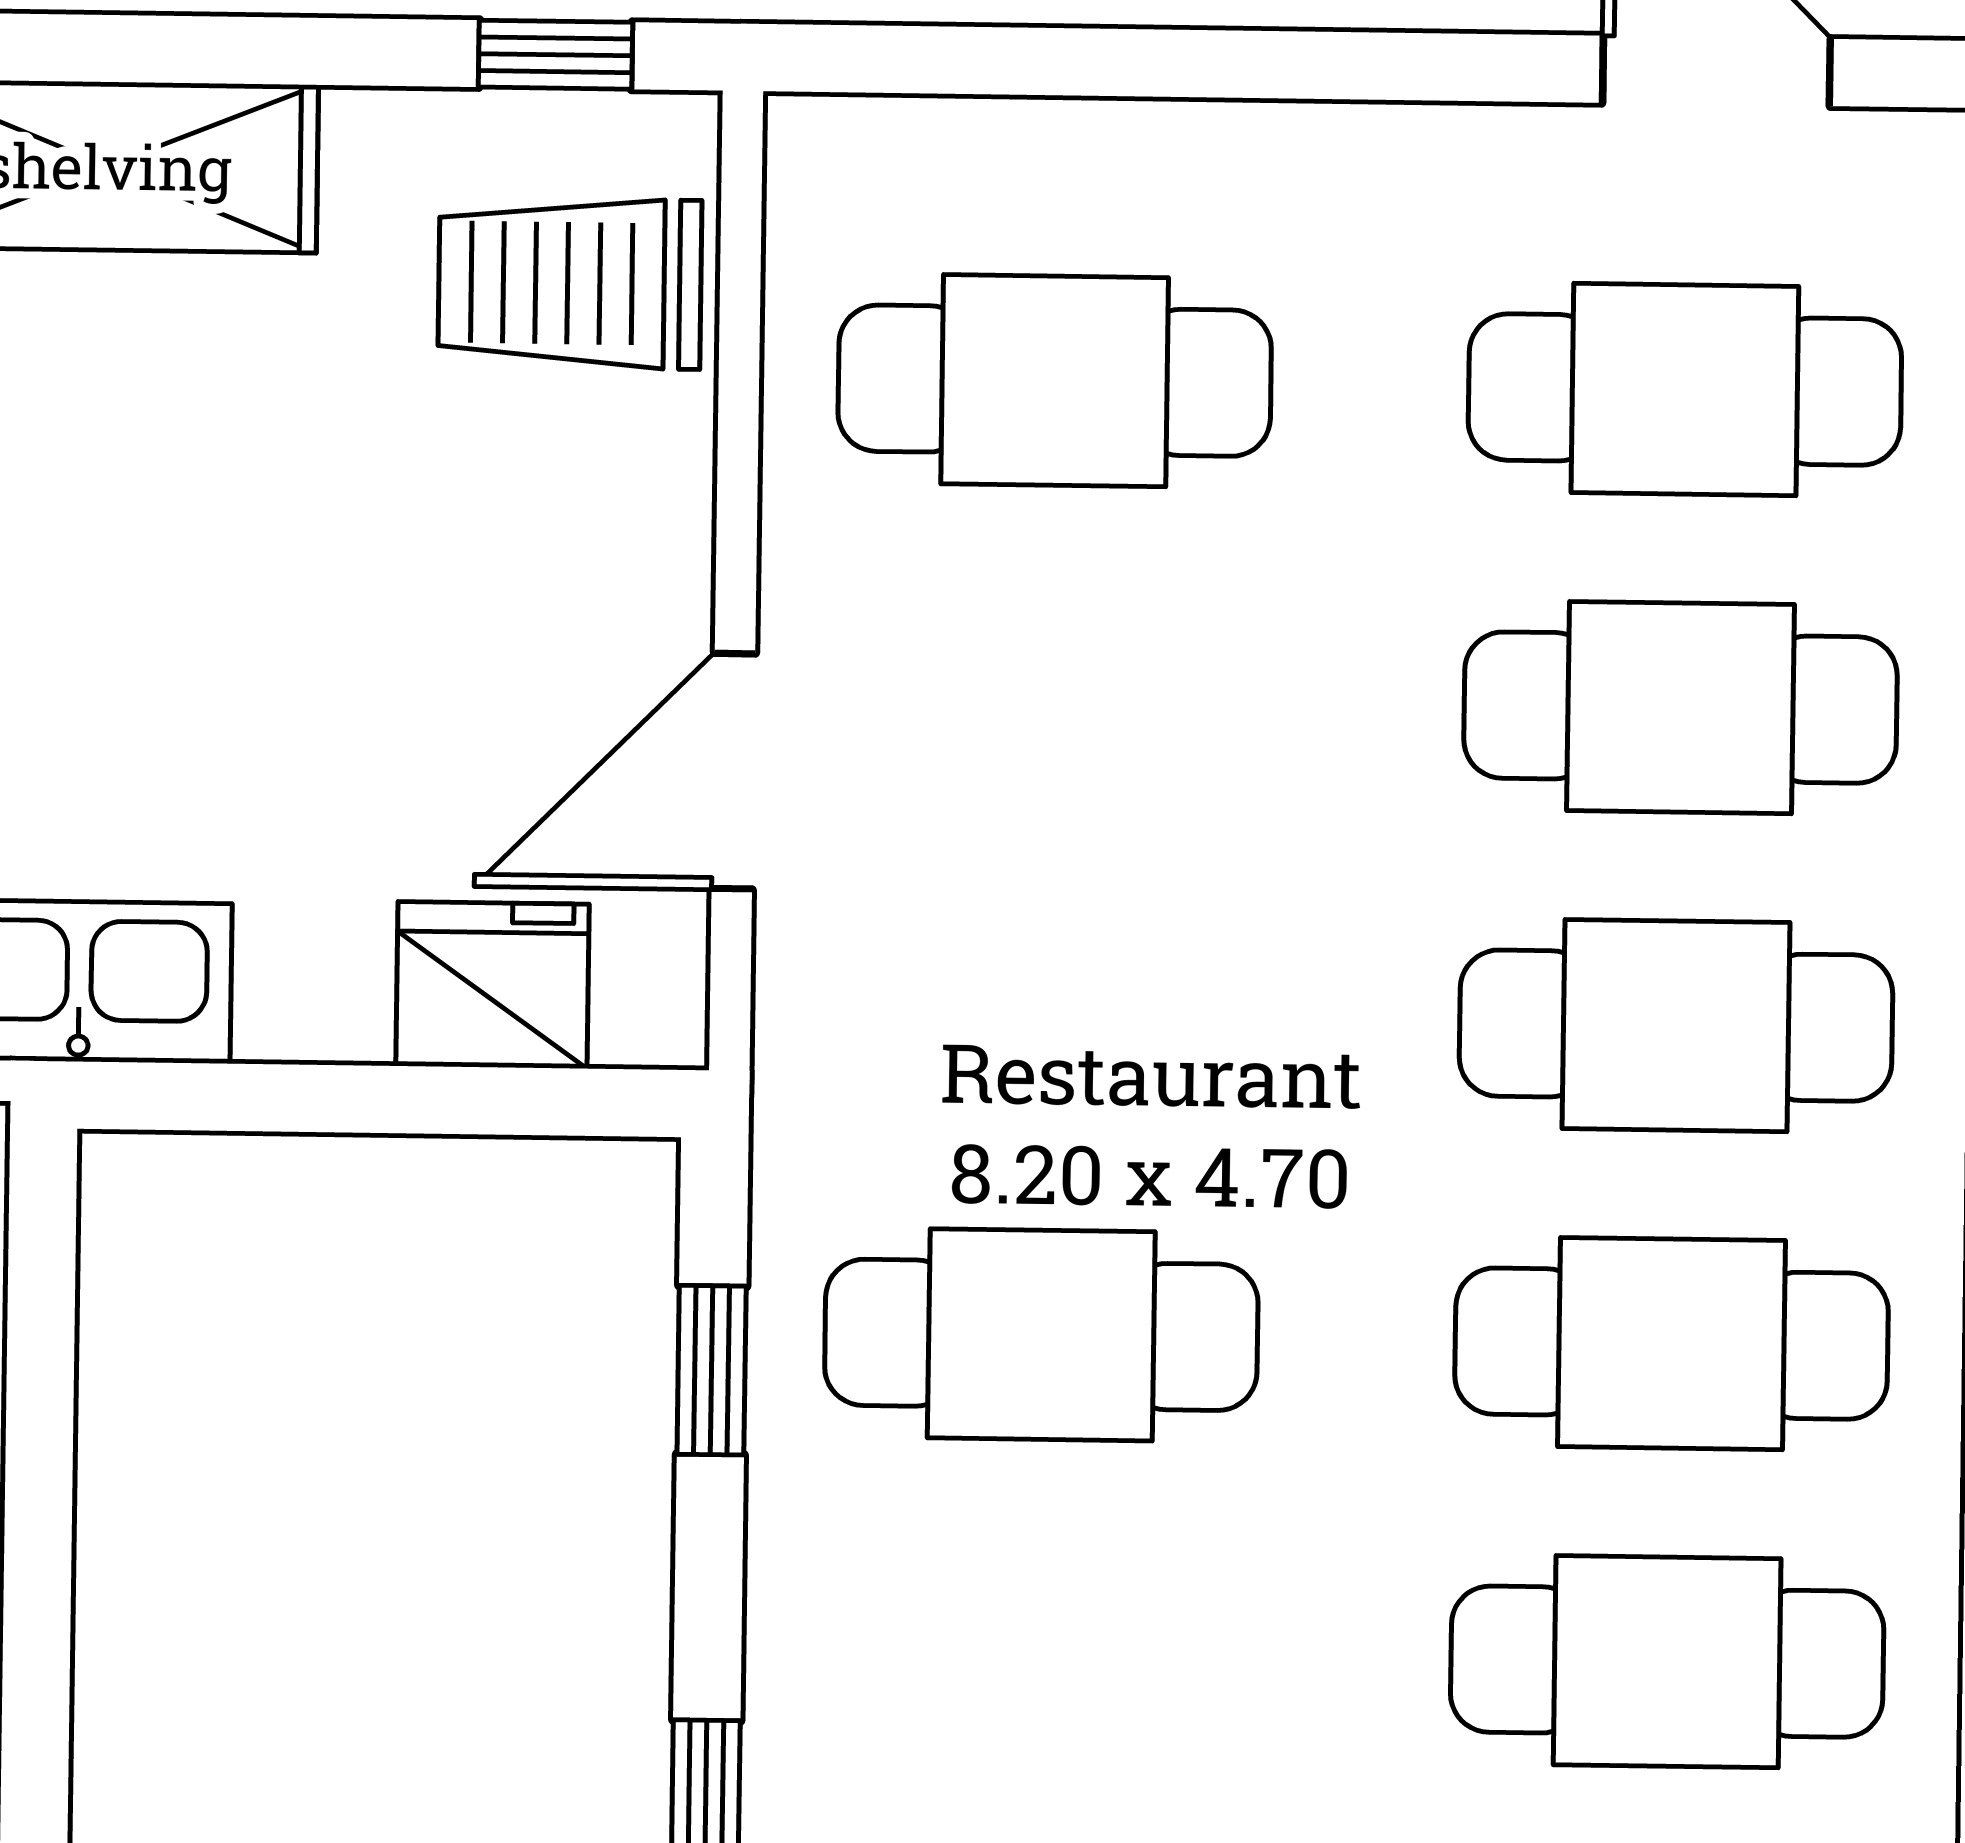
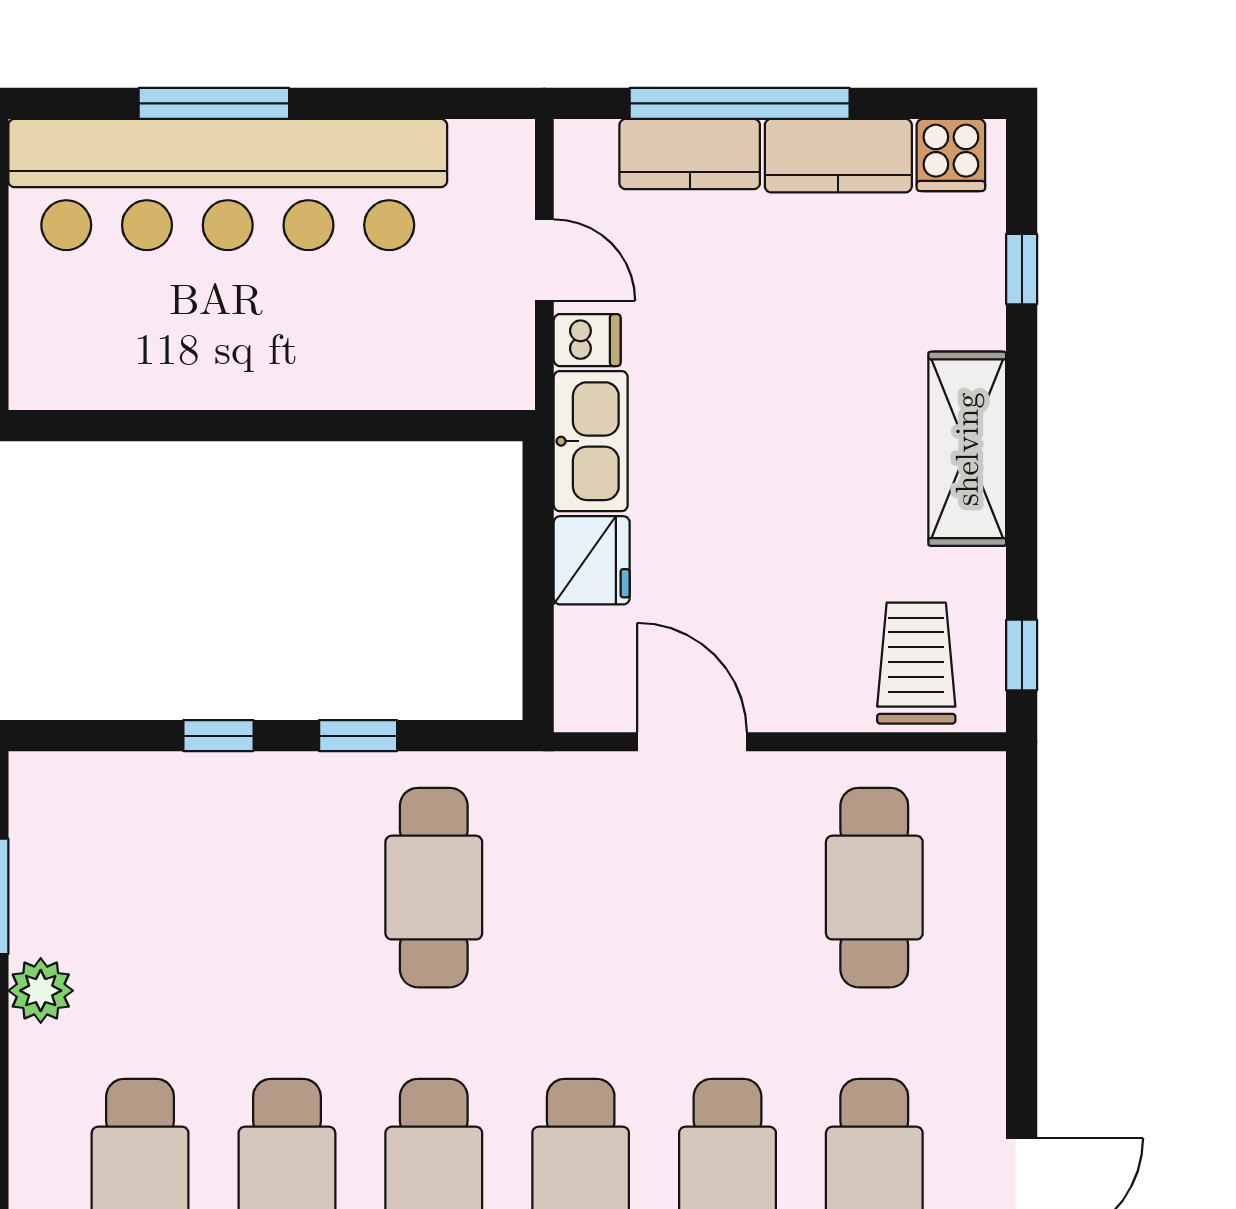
fridge: (493, 985) -> (592, 560), moved
window: (712, 1370) -> (358, 736), moved

